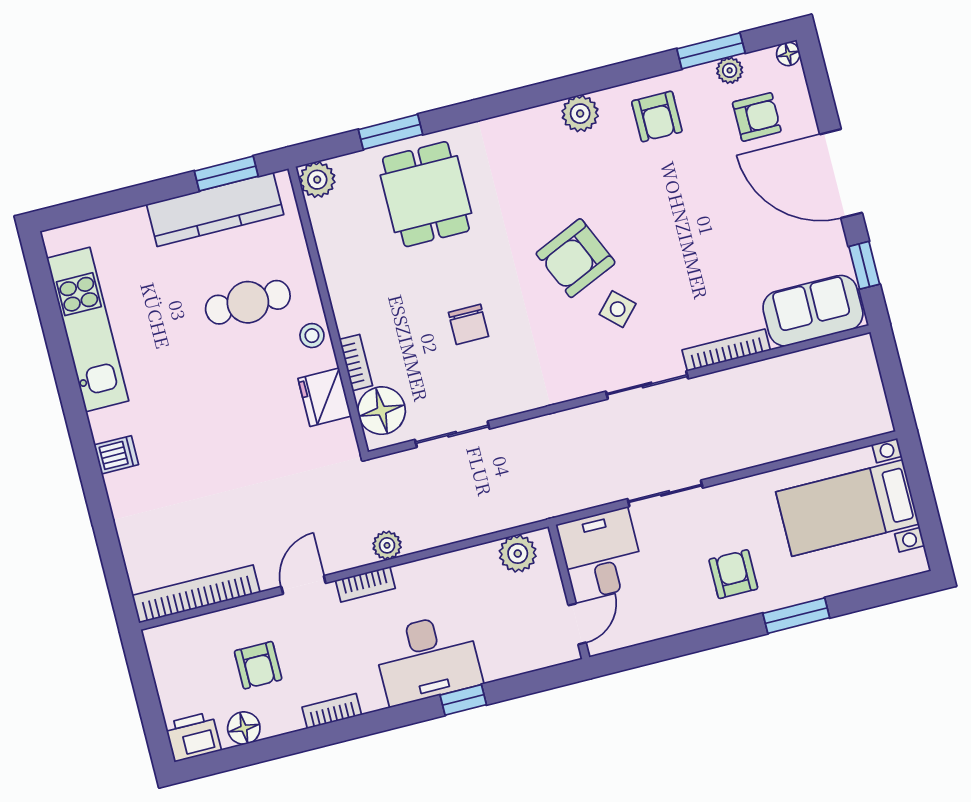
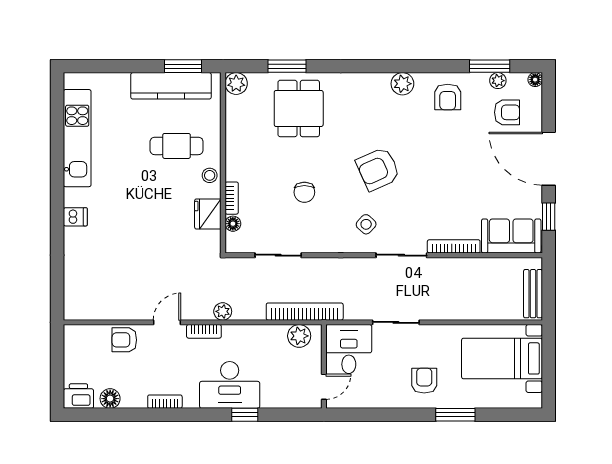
side table: (618, 309) -> (366, 224), moved
bench: (870, 393) -> (533, 294), added
floor lamp: (382, 411) -> (233, 224), width x0.53, depth x0.53
bookcase: (196, 594) -> (305, 312), moved
armchair: (258, 665) -> (124, 340), moved, turned 90

